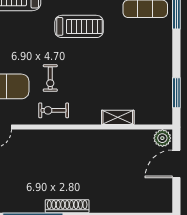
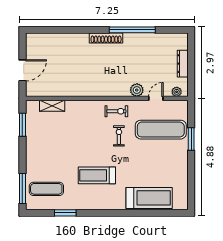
shelving: (118, 117) -> (52, 106), moved
plant: (162, 138) -> (137, 90), moved

